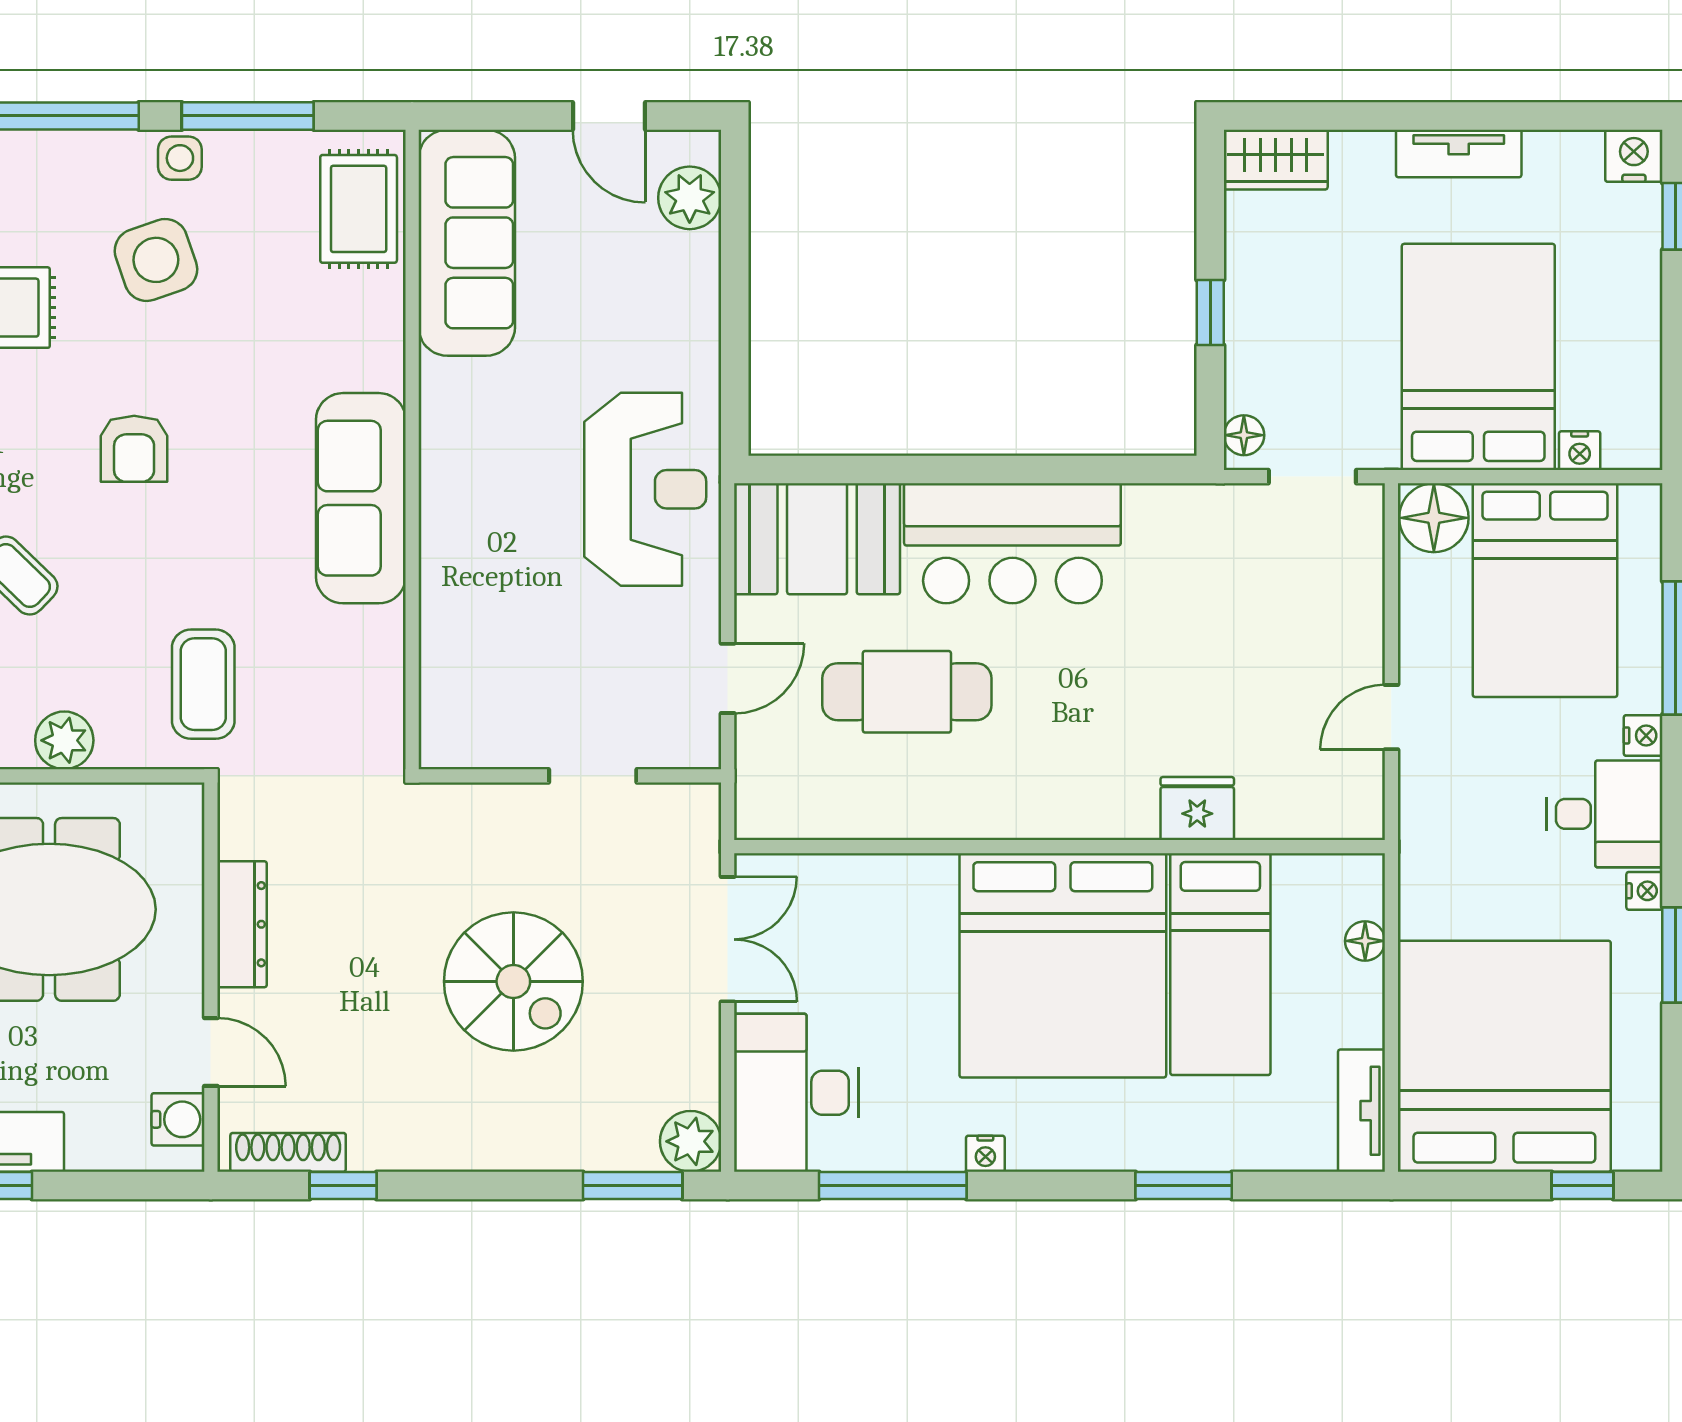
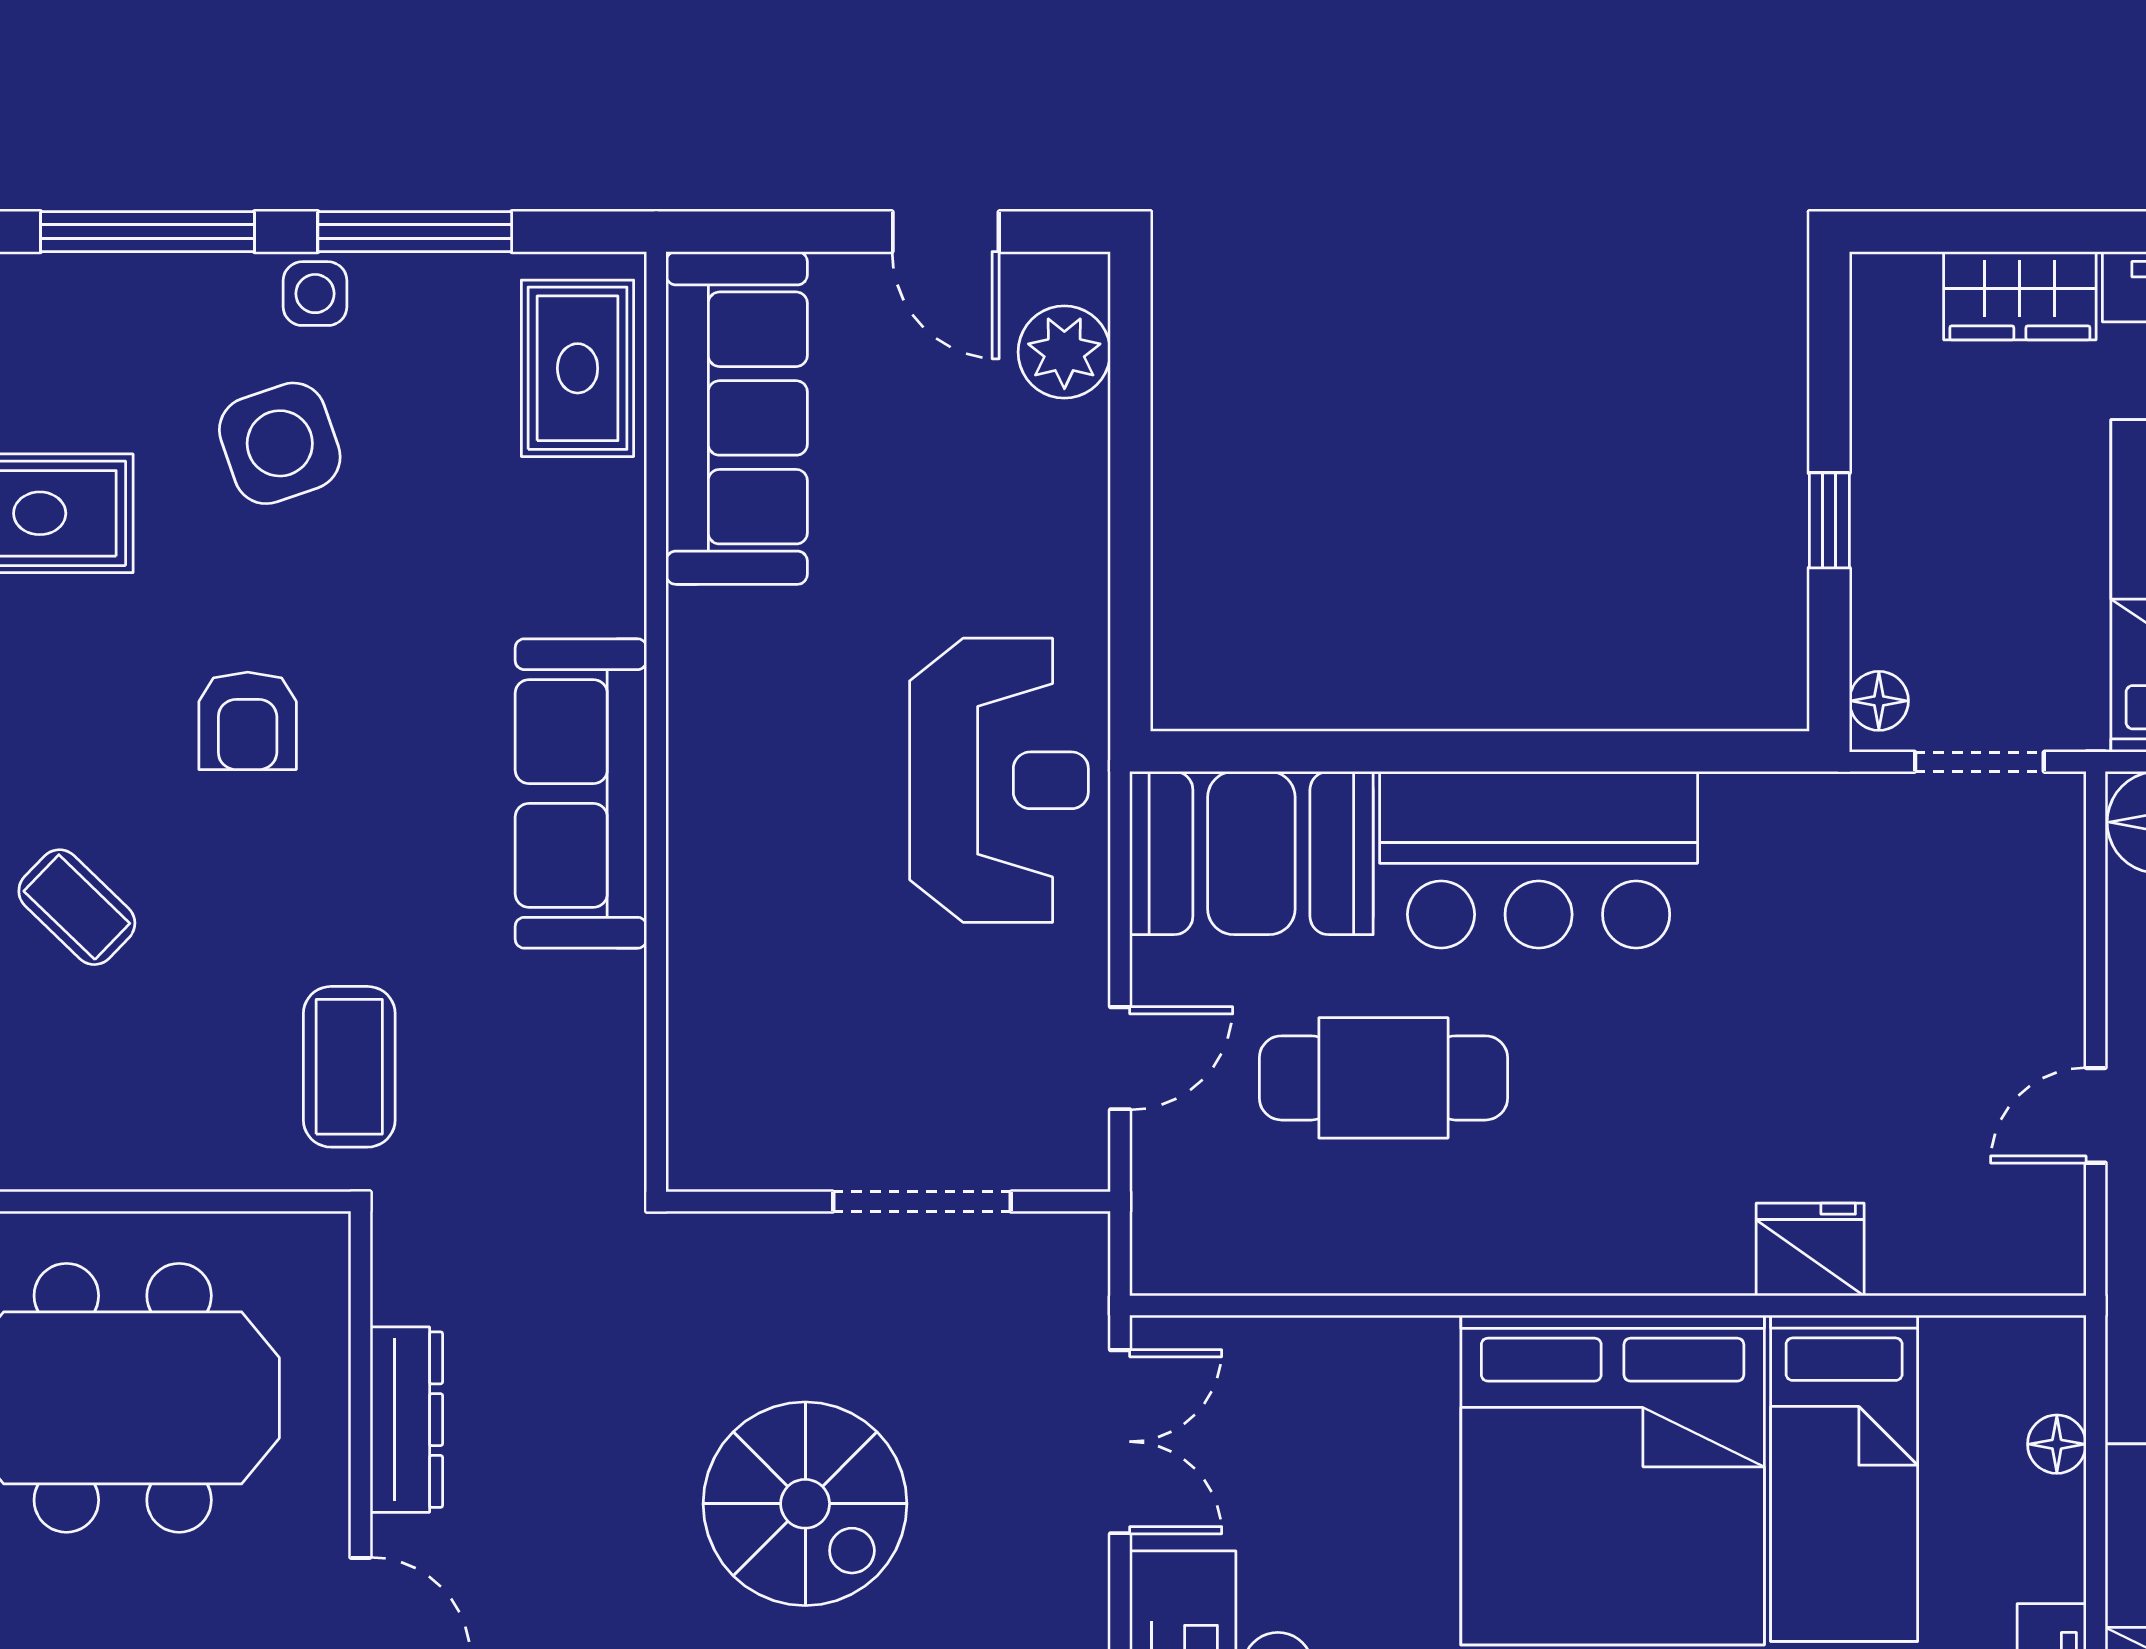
wardrobe: (1276, 160) -> (2020, 296), moved
plant: (64, 740) -> (145, 1149), removed
doorway: (593, 776) -> (922, 1202), width x1.38

